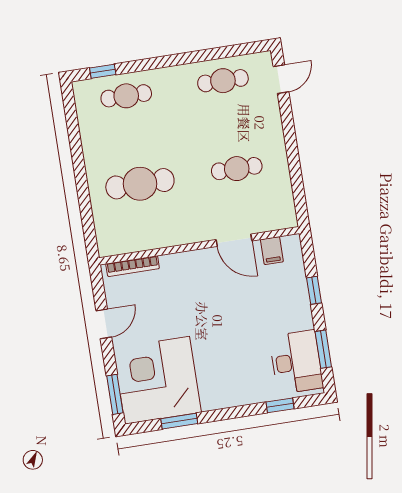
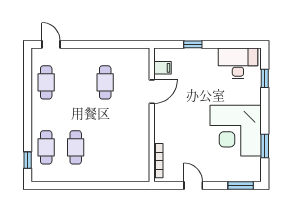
cafe table: (140, 184) -> (76, 147), moved, width x0.73, depth x0.74
window: (323, 349) -> (232, 44), removed
corner desk: (157, 380) -> (236, 131), moved

